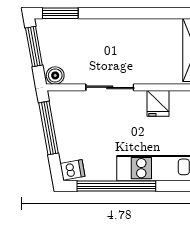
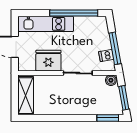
fridge: (158, 103) -> (48, 61), width x1.88, depth x1.34
dishwasher: (72, 170) -> (106, 55), moved

